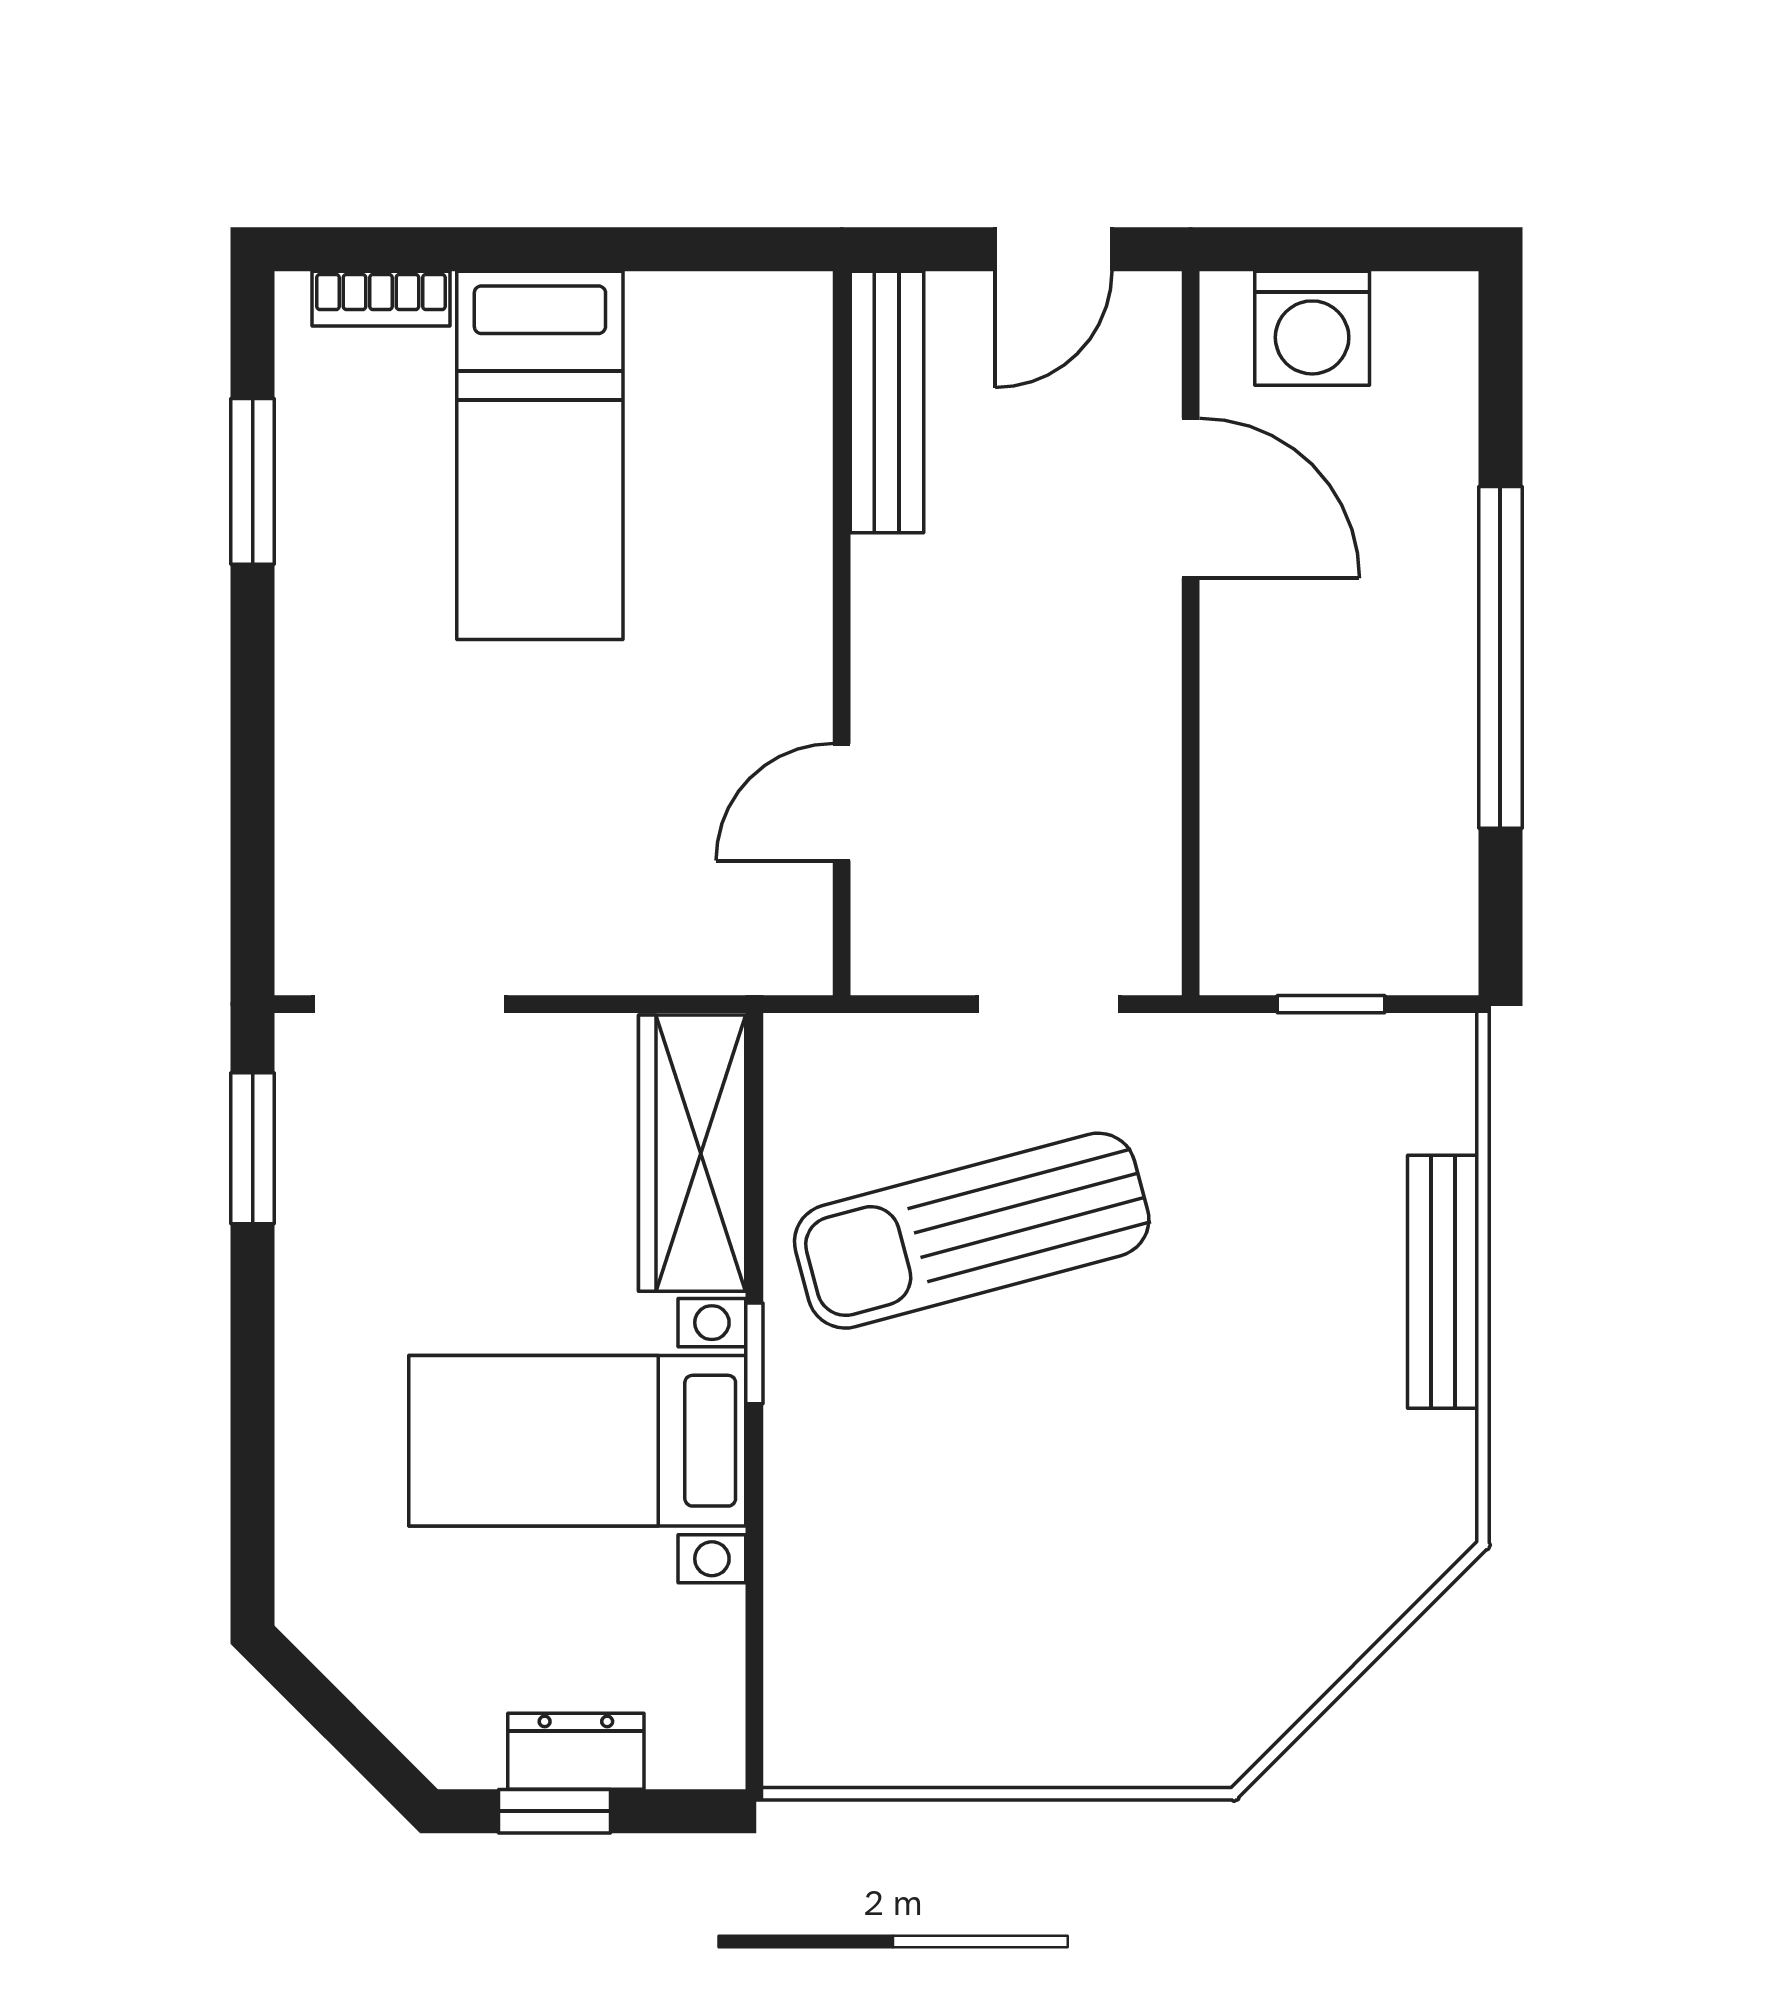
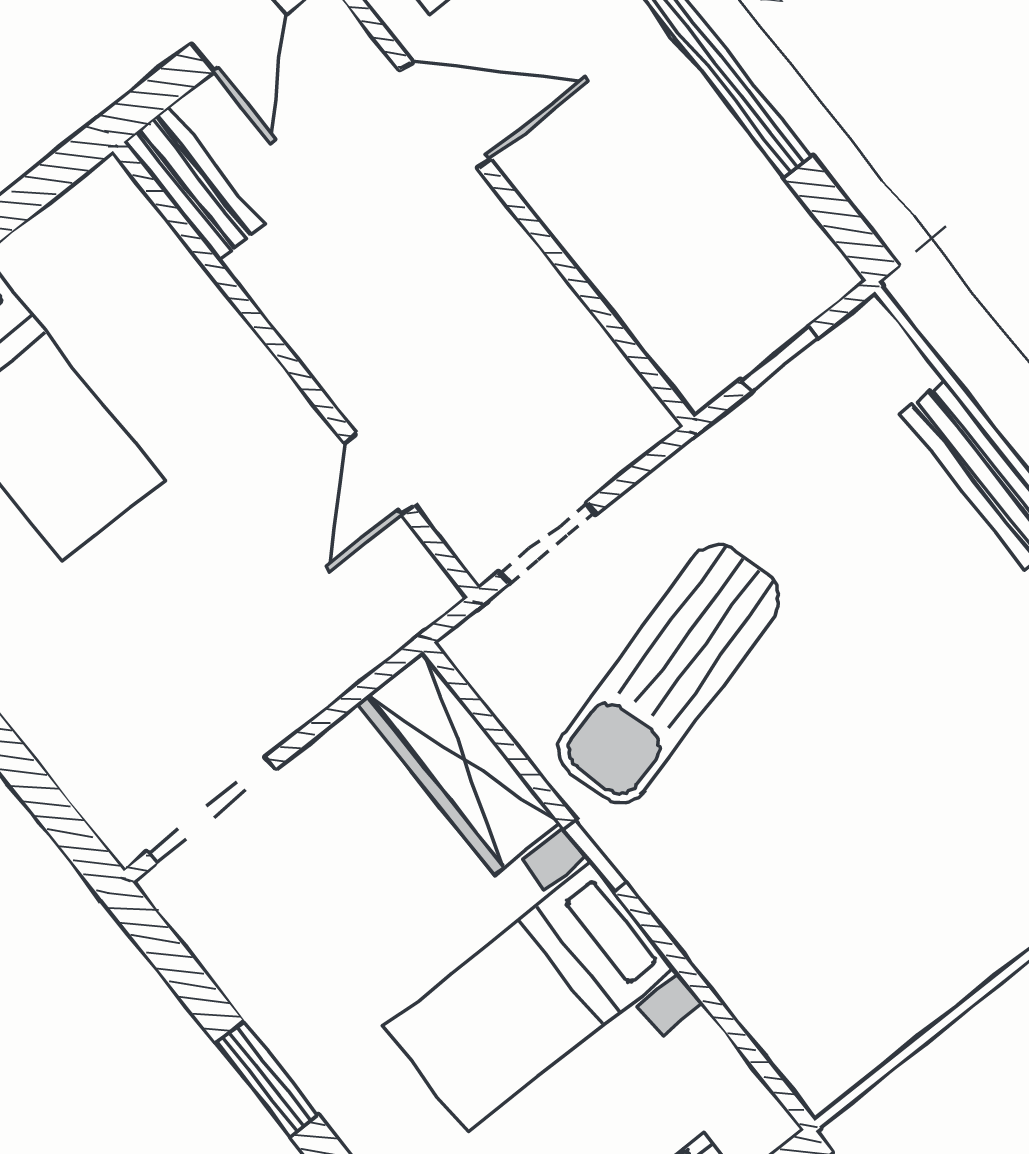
bench: (887, 402) -> (193, 183), width x0.73
doorway: (1048, 1004) -> (547, 543), moved
window: (253, 1148) -> (268, 1080), moved

